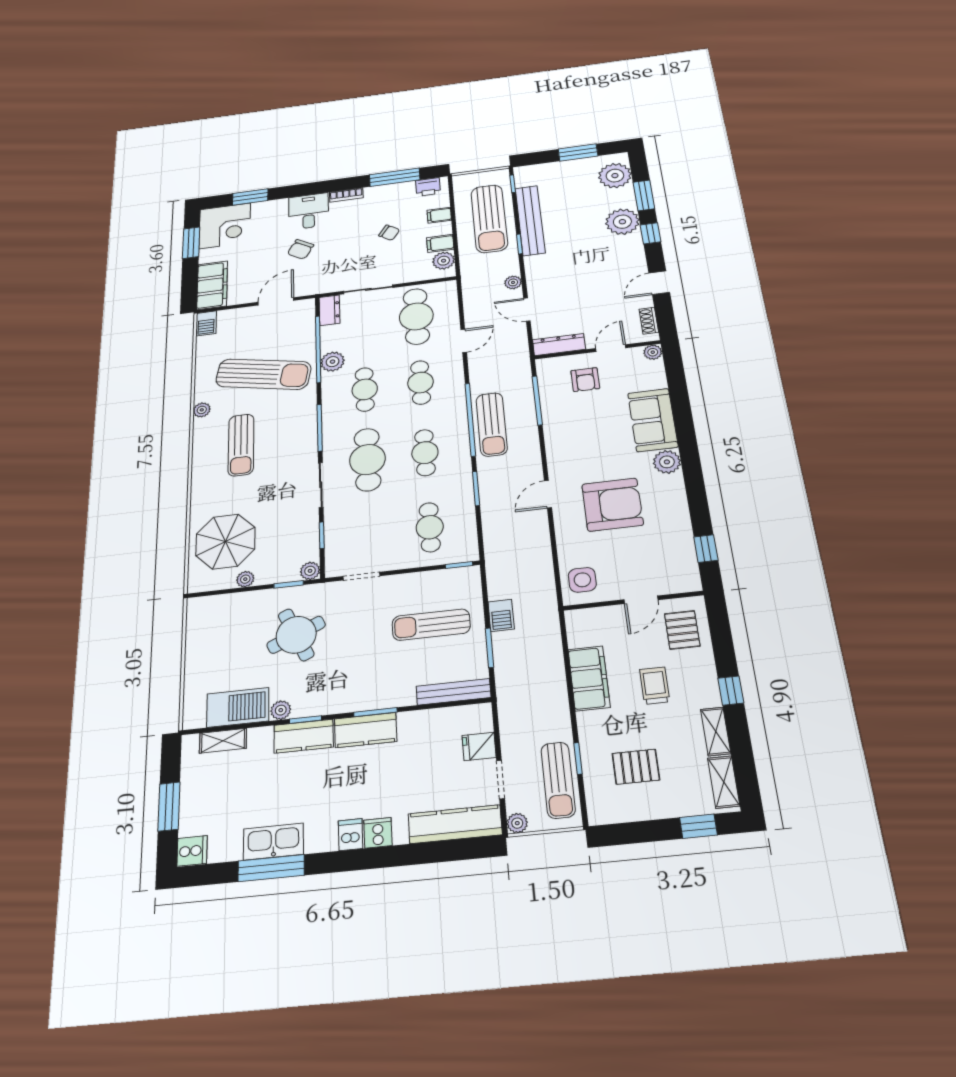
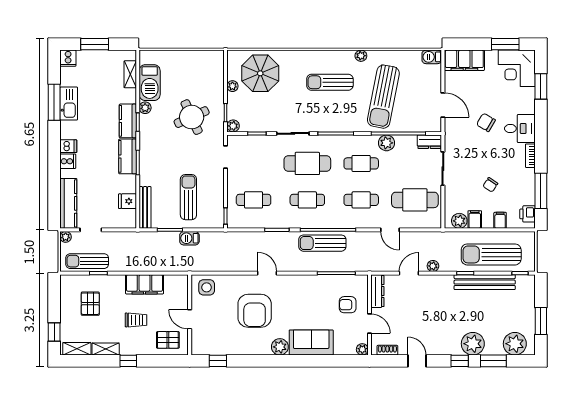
fridge: (479, 746) -> (127, 201), moved, turned -90

